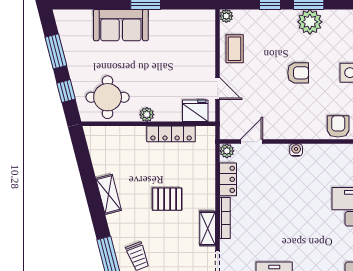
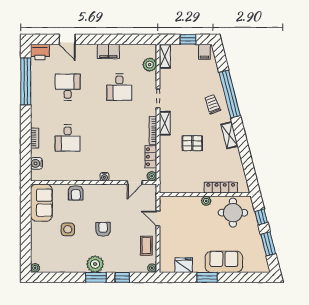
armchair: (298, 73) -> (103, 229), turned 90
fridge: (195, 111) -> (184, 265), moved, turned 180
locker: (171, 134) -> (221, 188), moved
shelving: (109, 194) -> (229, 135), moved

